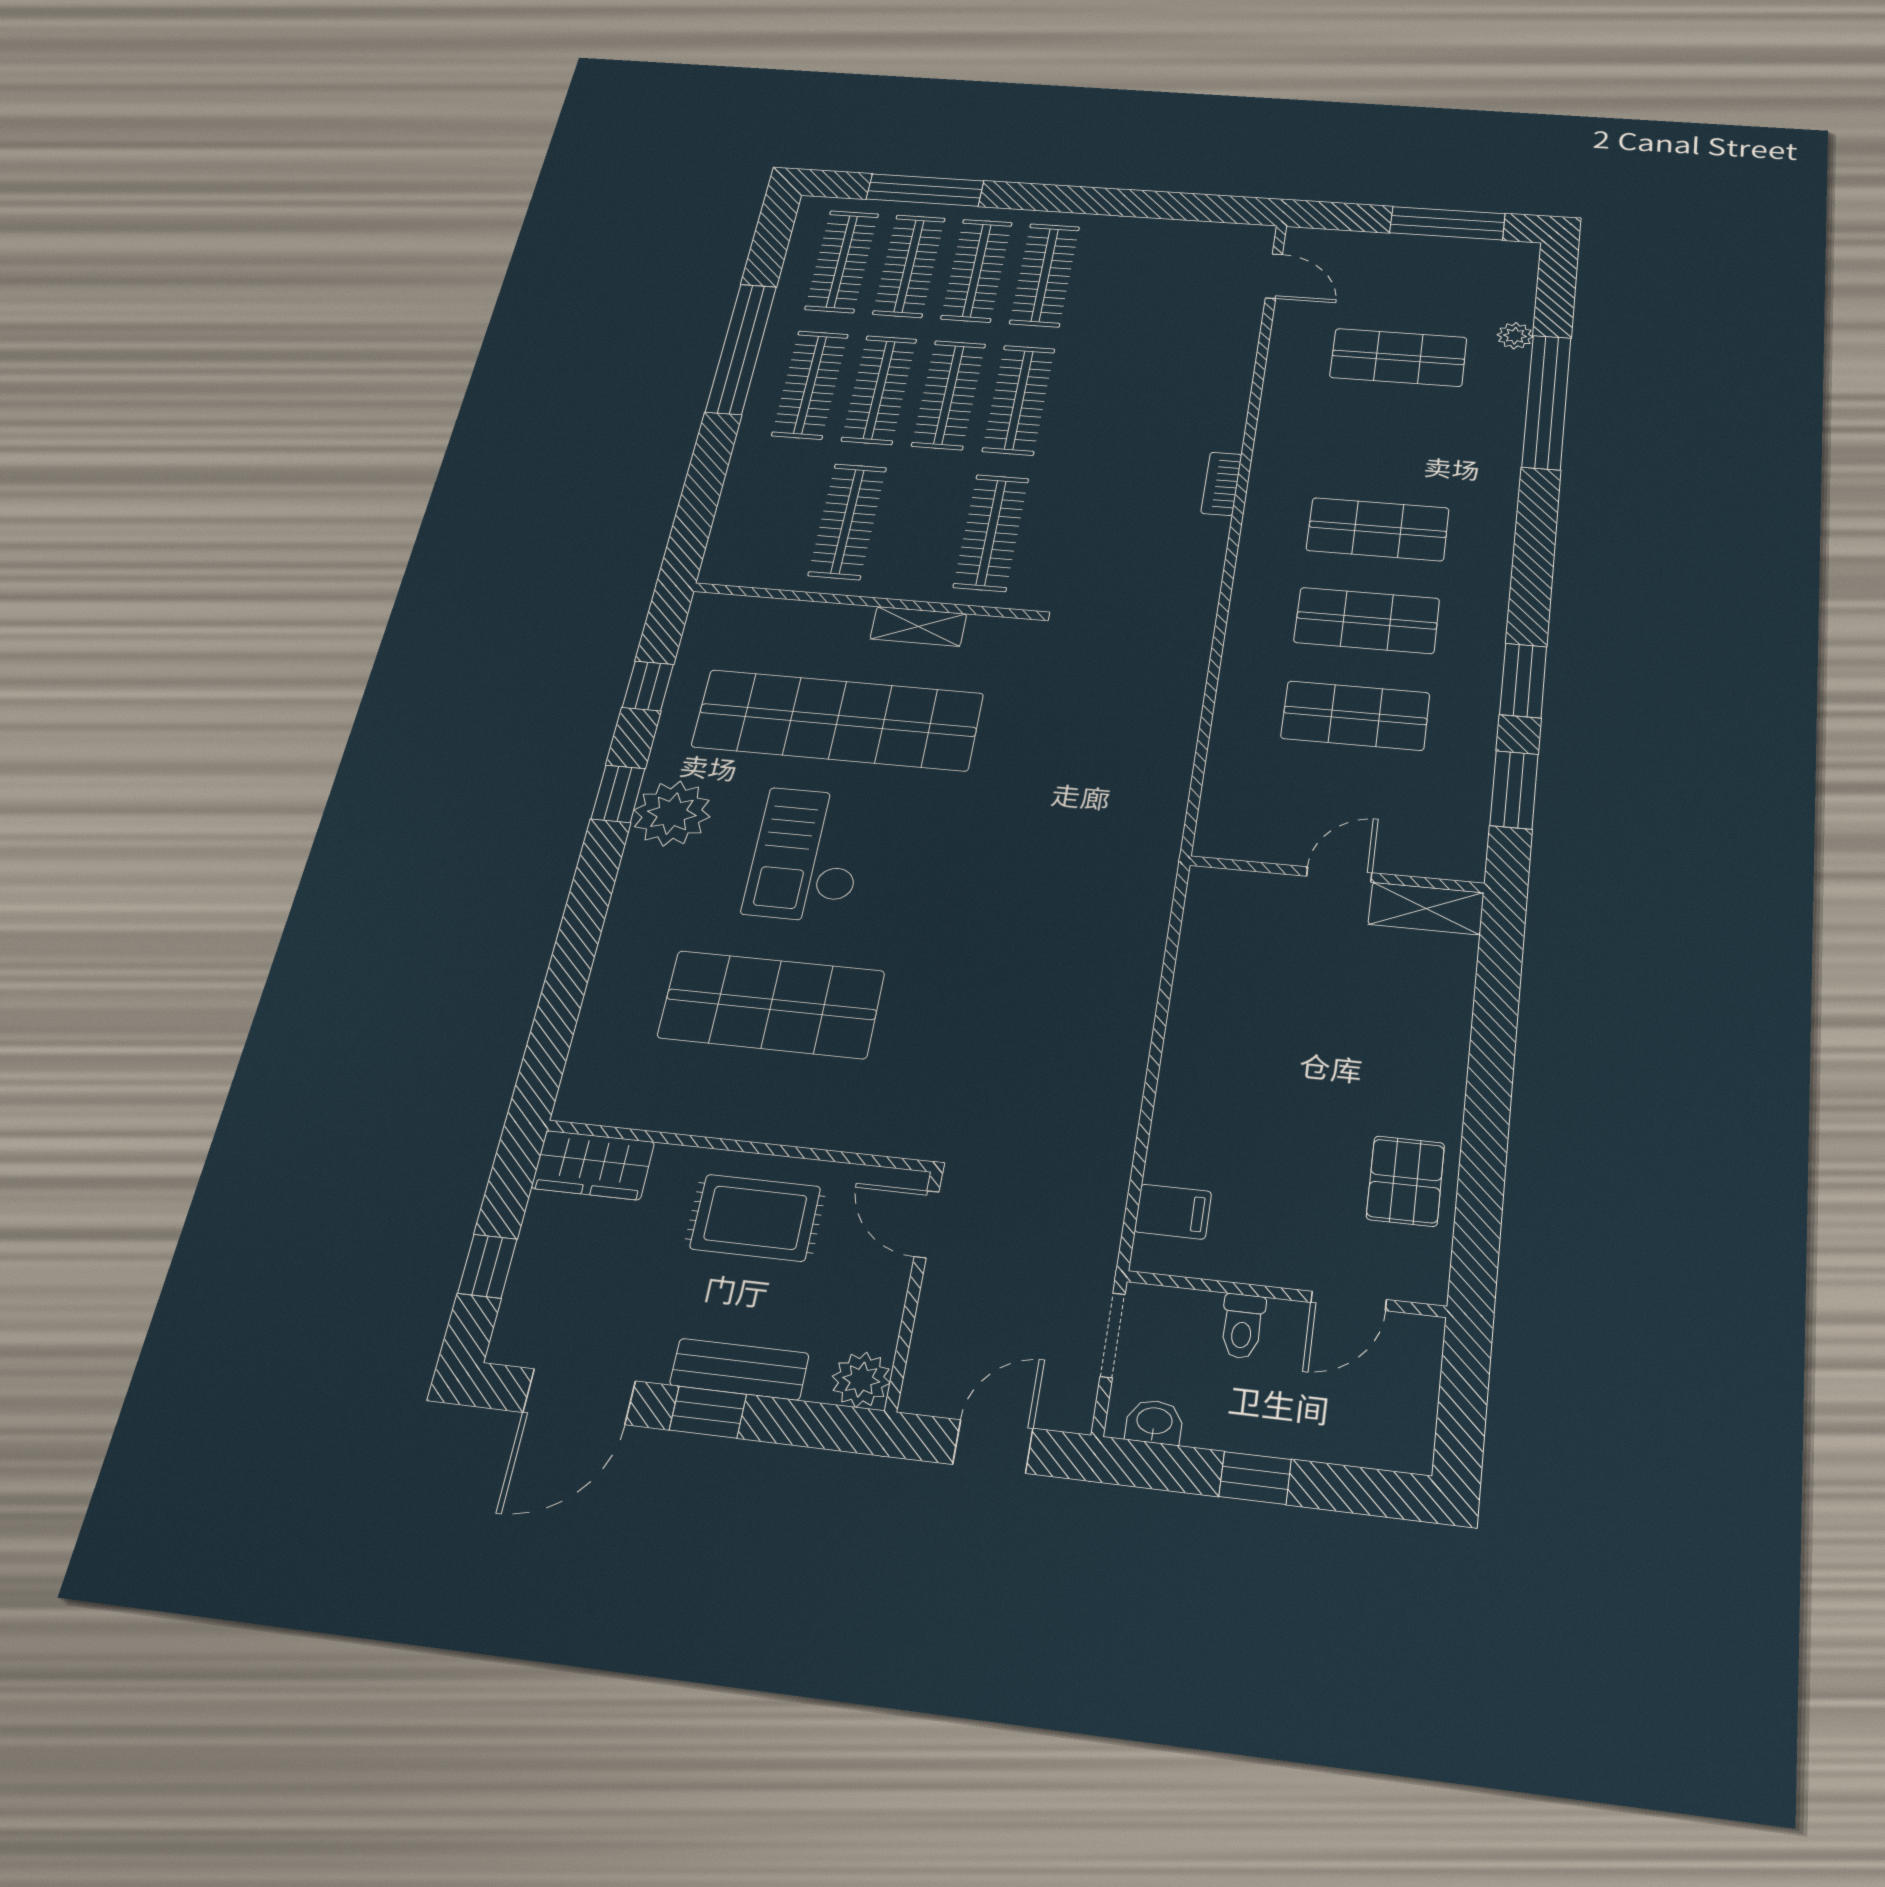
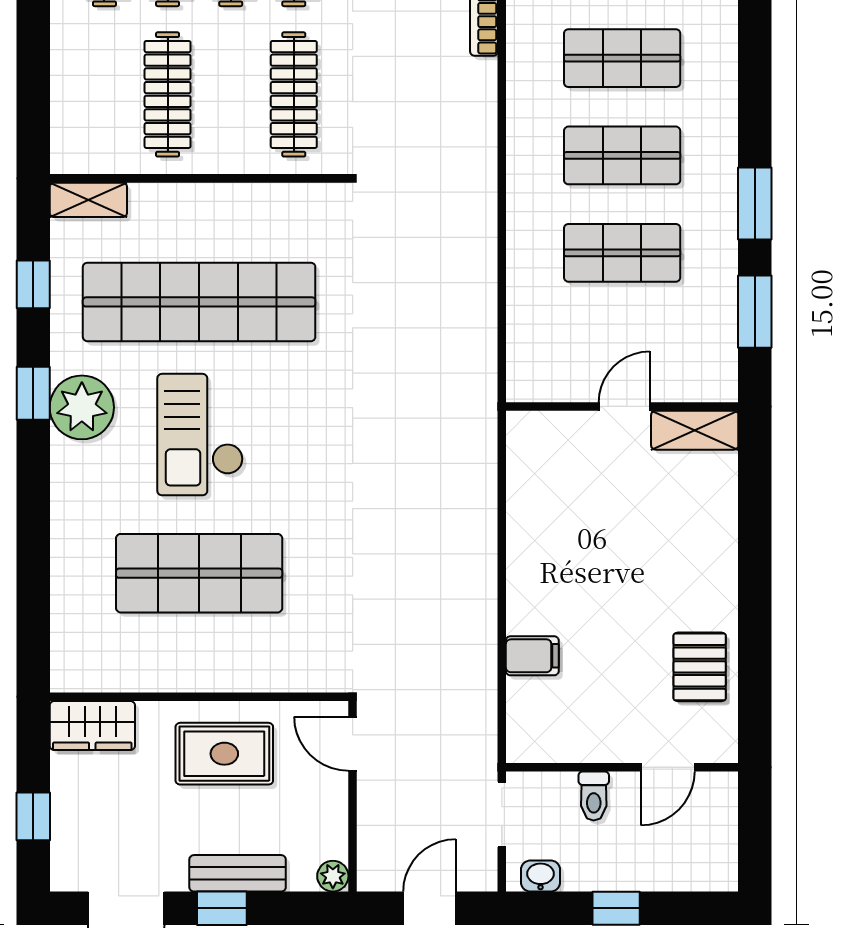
shelving: (918, 626) -> (88, 200), moved
filing cabinet: (1173, 1212) -> (532, 656), moved
plant: (861, 1380) -> (333, 876), width x0.73, depth x0.73

